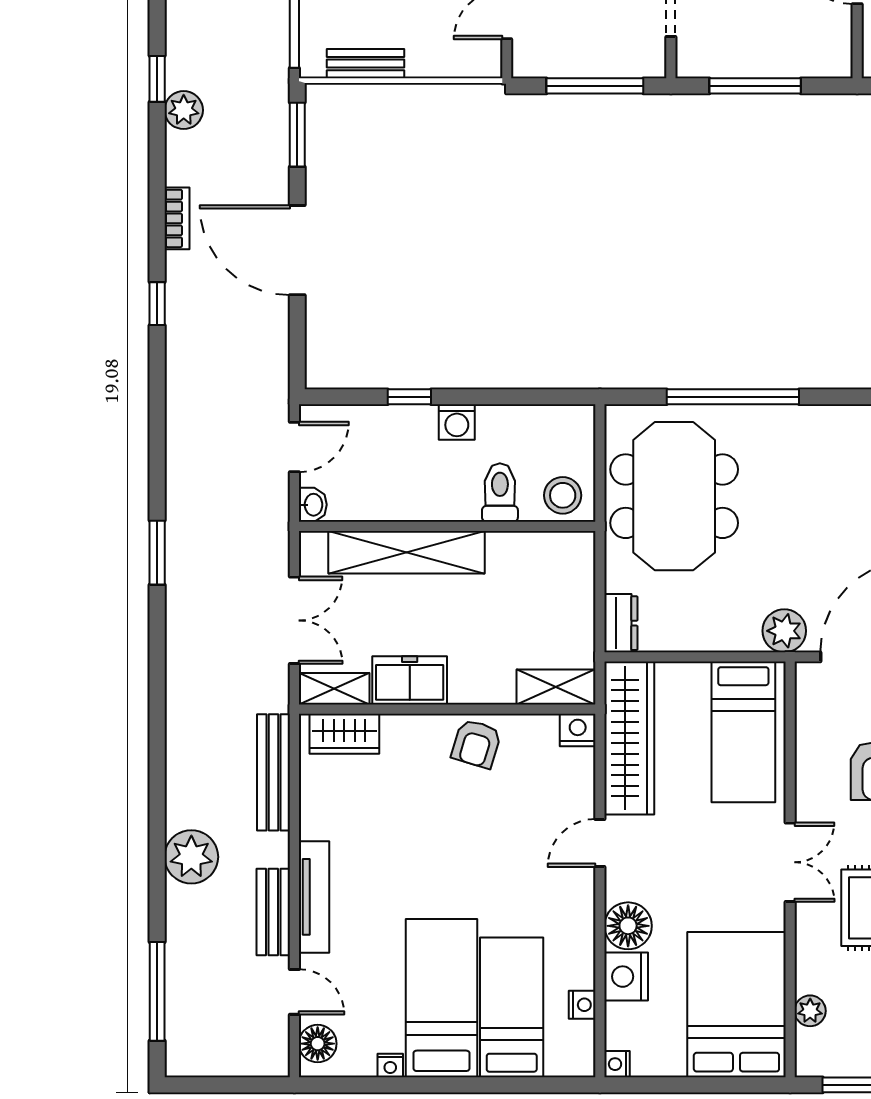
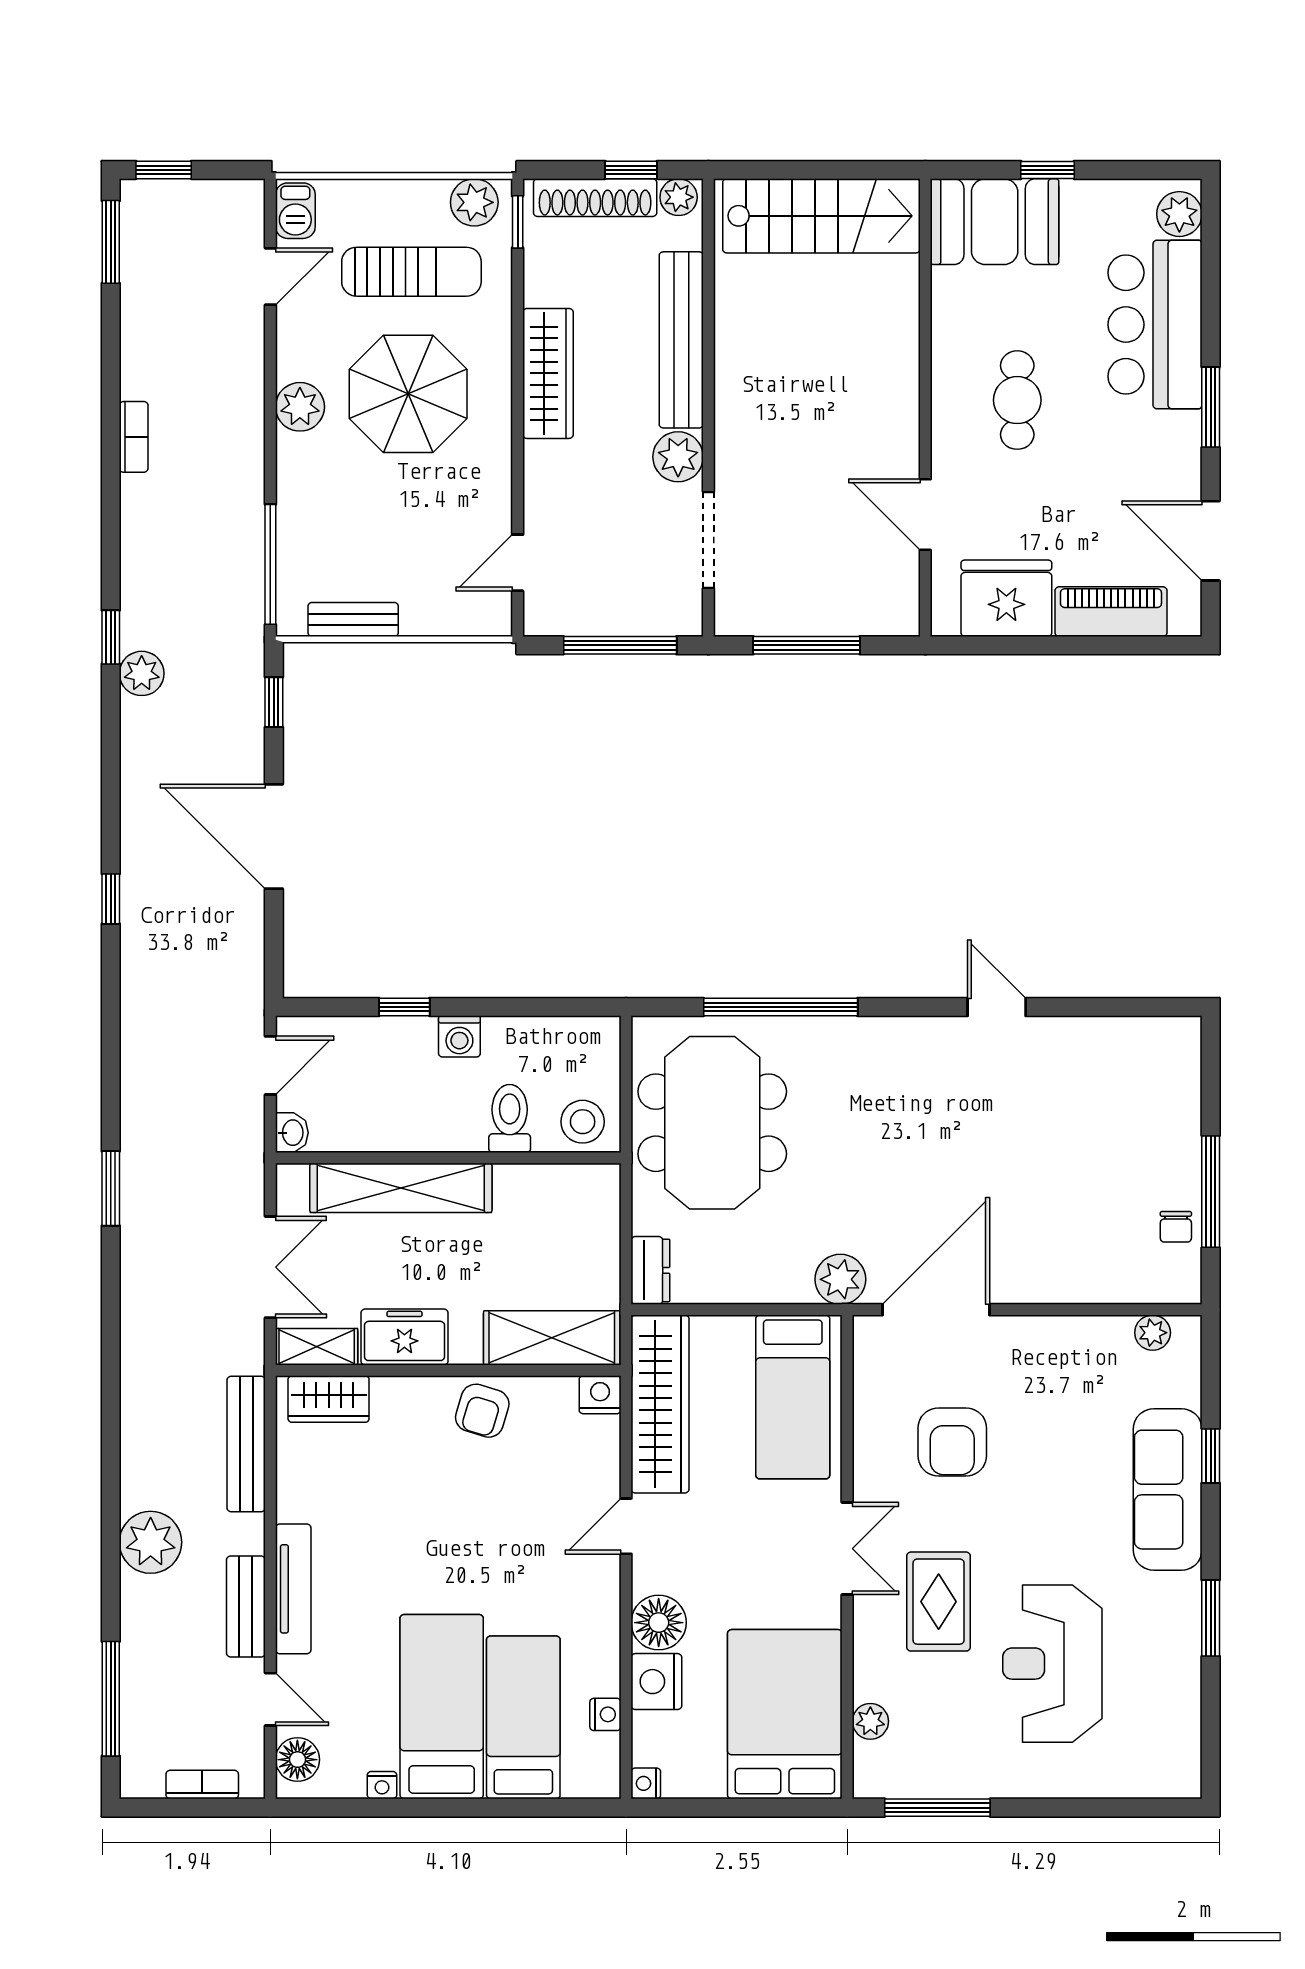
window: (297, 135) -> (274, 702), width x0.67
bookcase: (177, 218) -> (202, 1784), moved, turned -90
shelving: (556, 687) -> (552, 1338), width x1.50, depth x1.33

